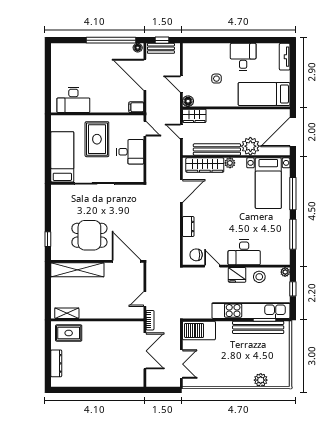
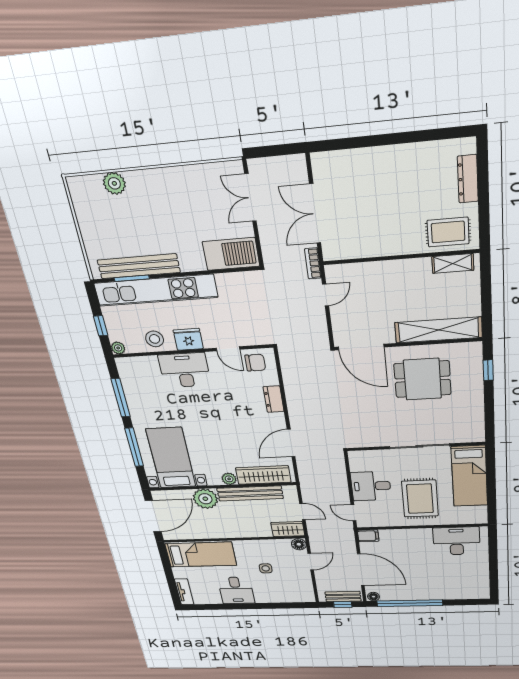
door: (181, 84) -> (311, 562), hinge flipped

